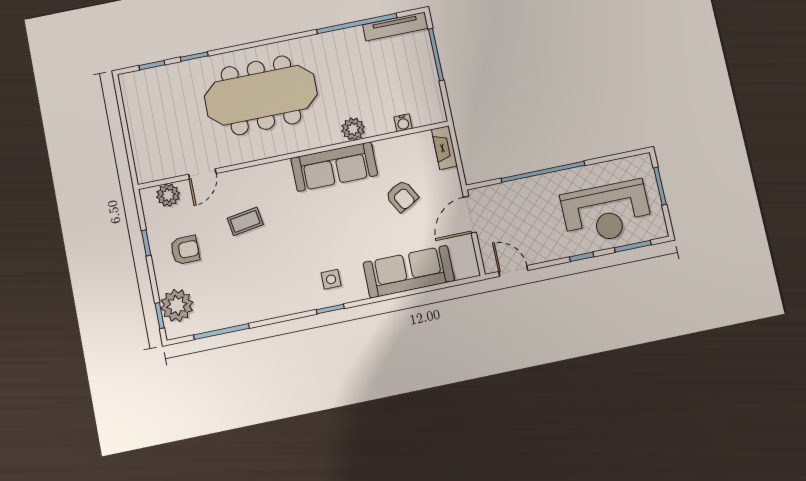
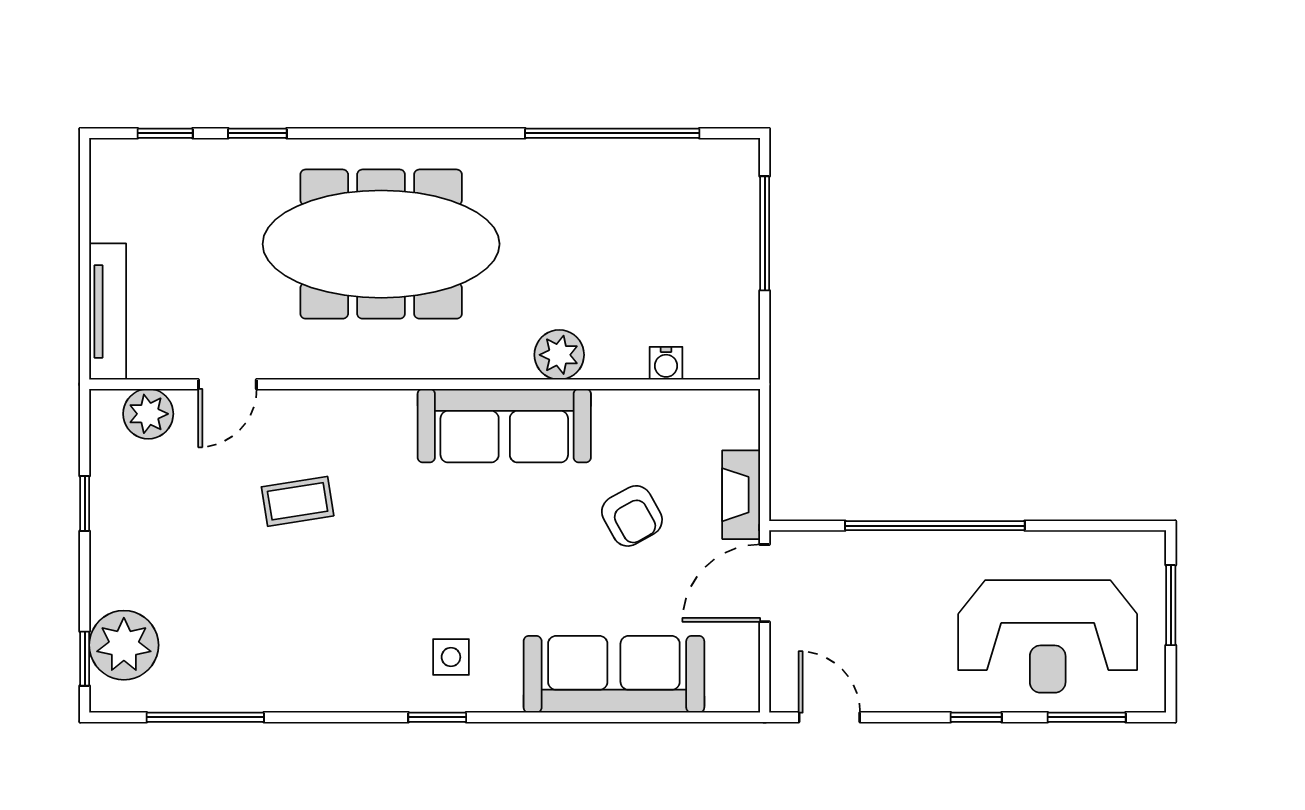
tv unit: (395, 27) -> (108, 312), moved, turned -90
fireplace: (444, 148) -> (741, 495), moved
armchair: (185, 250) -> (162, 535), removed

